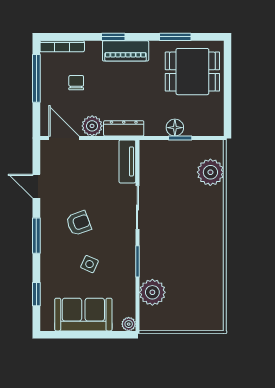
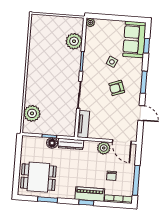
piano: (126, 51) -> (90, 194), moved
dresser: (124, 128) -> (71, 144), moved
sofa: (83, 315) -> (134, 39), moved, turned 90

